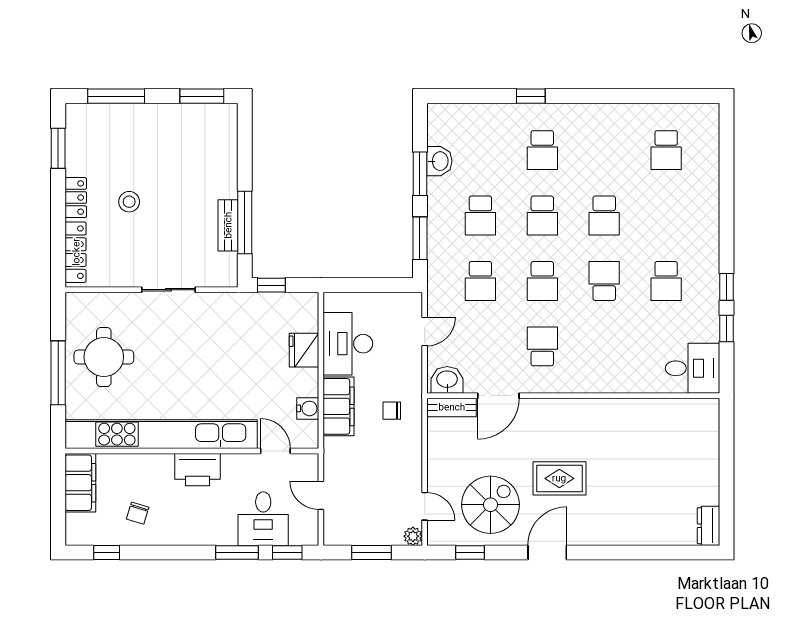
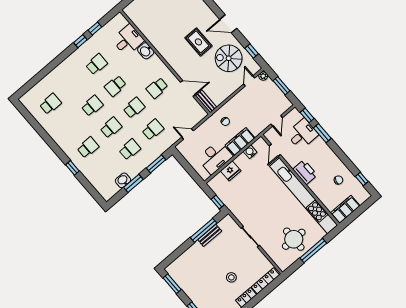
desk: (693, 368) -> (128, 40), moved, turned 90
washbasin: (447, 380) -> (146, 51), moved

